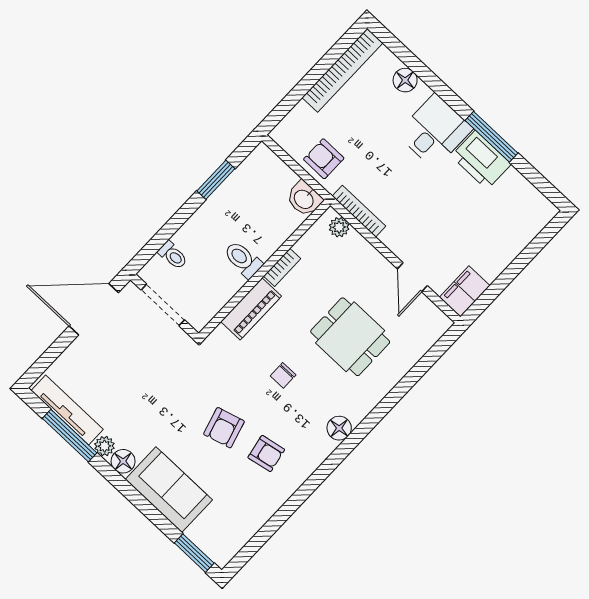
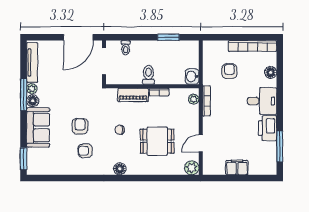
window: (492, 137) -> (280, 146), moved
armchair: (324, 159) -> (229, 71), moved
filing cabinet: (465, 291) -> (237, 168), moved
door: (94, 309) -> (78, 37), swing flipped
plant: (435, 323) -> (192, 168), added
dining table: (350, 337) -> (157, 141), turned 90
armchair: (224, 428) -> (80, 126), turned 106
window: (70, 436) -> (24, 94), moved
armchair: (266, 454) -> (85, 151), turned 101

